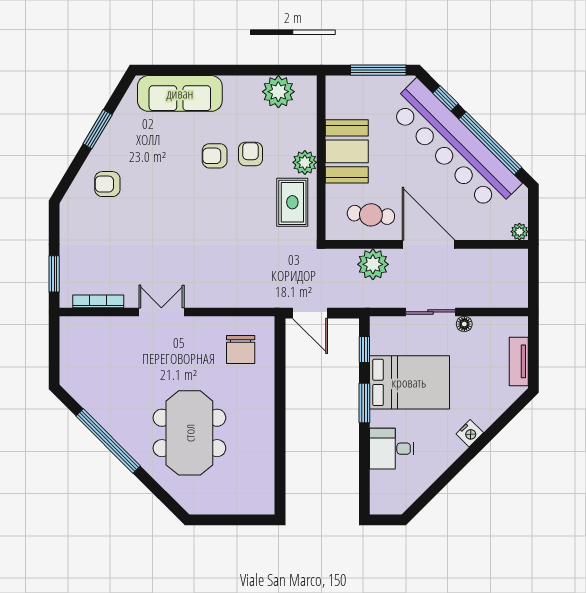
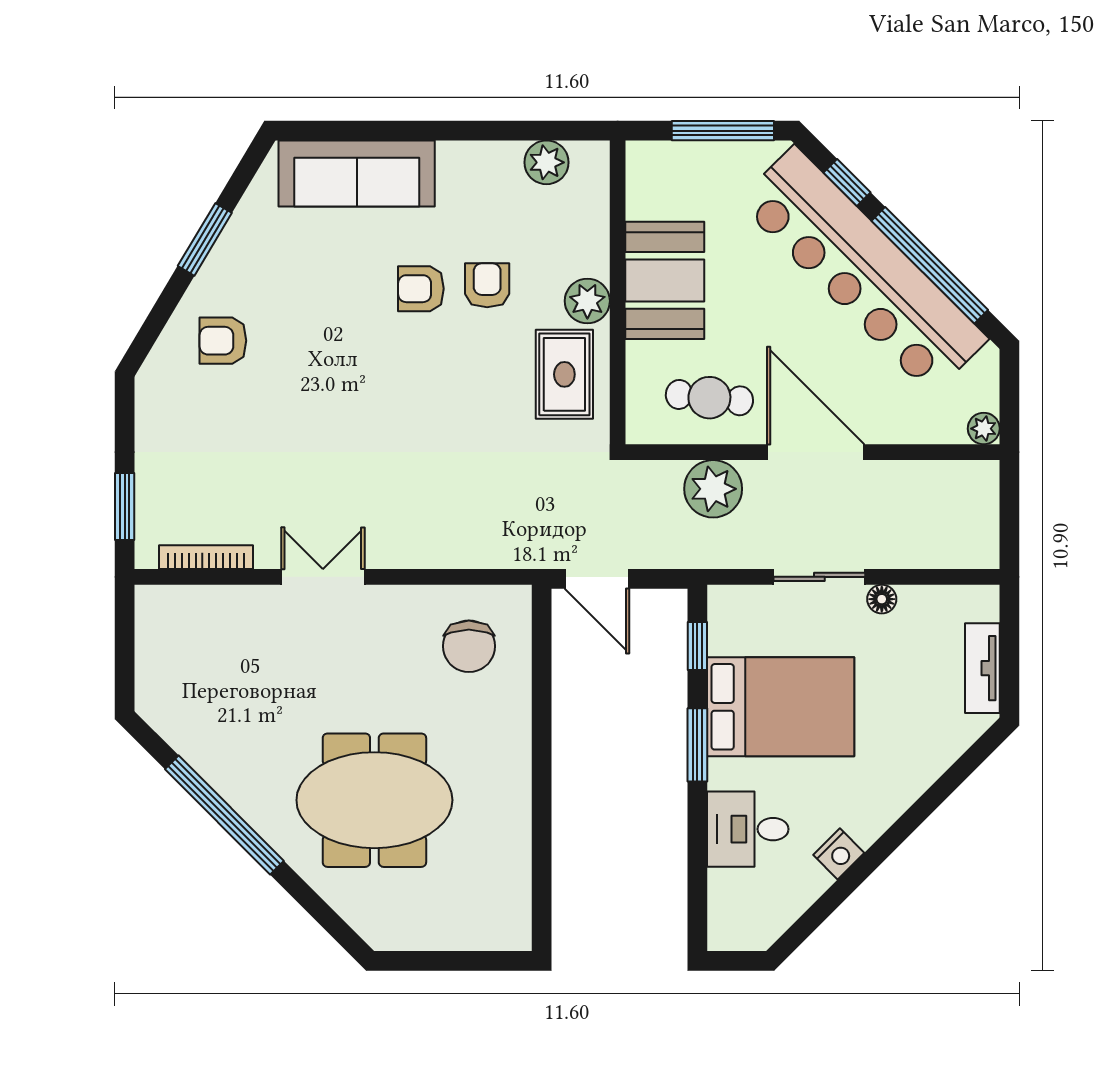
plant: (278, 92) -> (546, 162), width x0.73, depth x0.73
meeting table: (189, 433) -> (374, 800), turned 90
nightstand: (470, 433) -> (839, 854), moved

